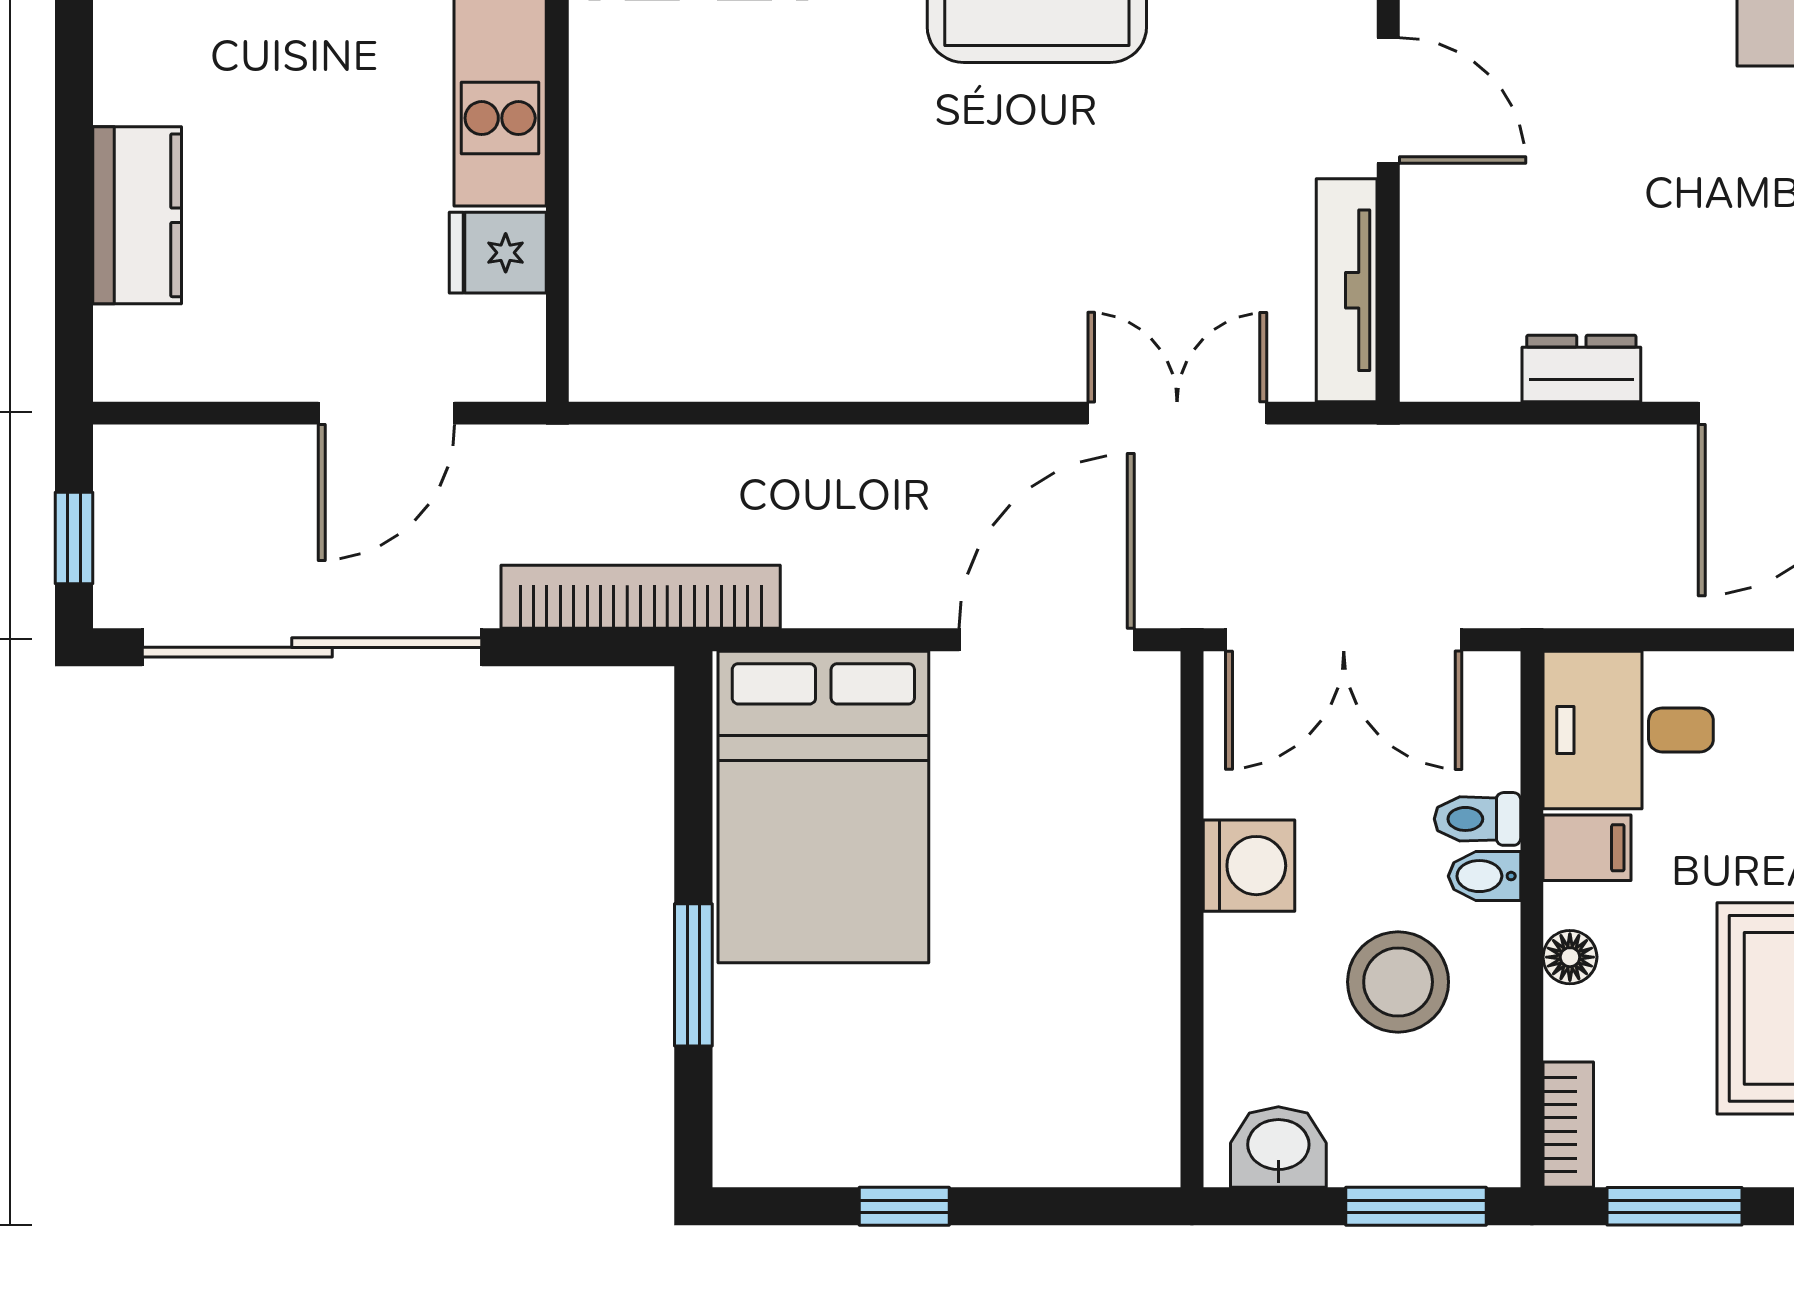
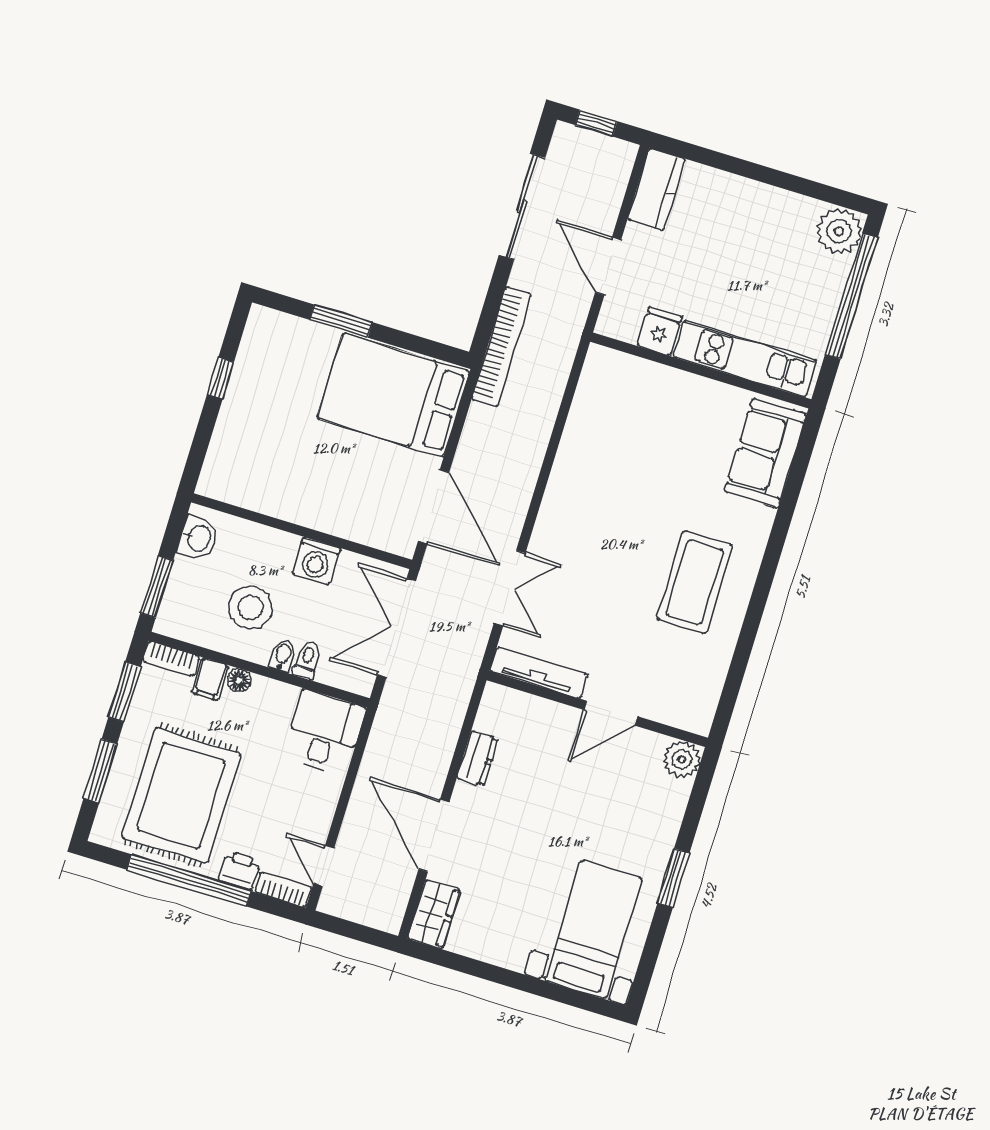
kitchen counter: (137, 215) -> (656, 189), moved, turned -90
sliding door: (312, 647) -> (522, 206), width x0.73
filing cabinet: (1587, 848) -> (210, 679), moved

